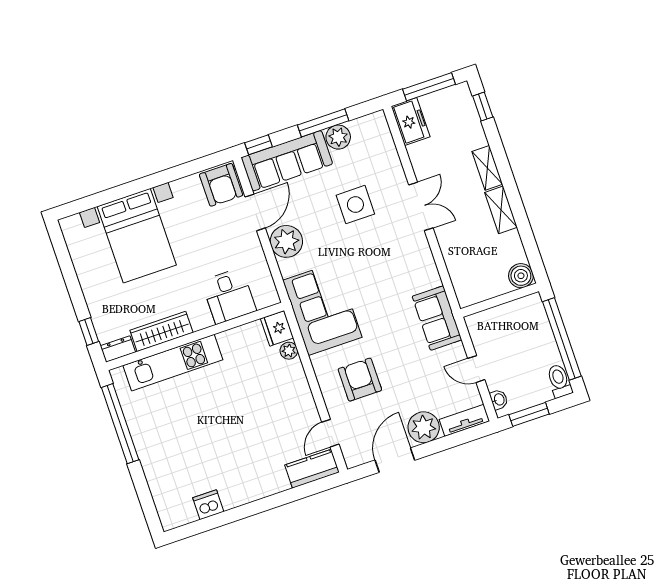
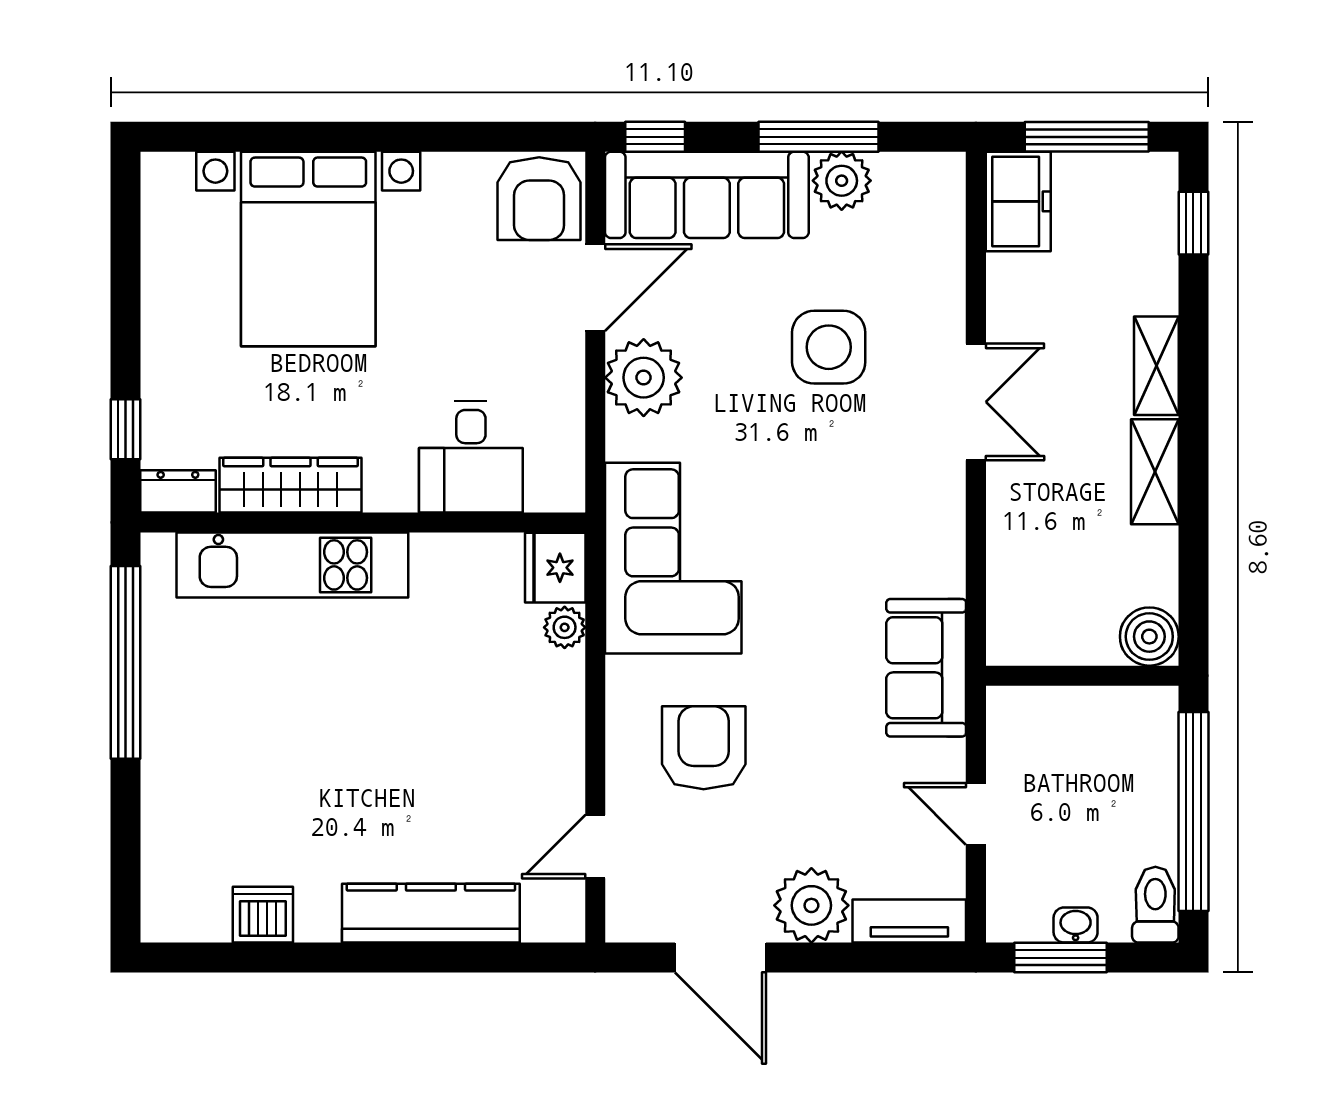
washbasin: (499, 400) -> (1076, 925), moved, turned -90
door: (395, 460) -> (721, 958), swing flipped
kitchen counter: (312, 469) -> (431, 913), moved, width x1.50

